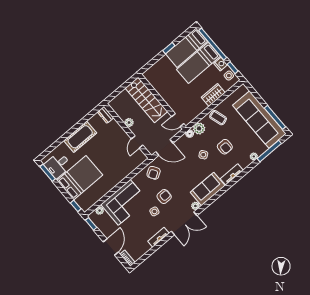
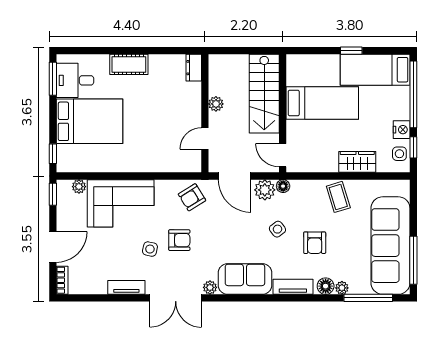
bed: (198, 63) -> (322, 103), moved, turned 180
plant: (199, 128) -> (265, 190), moved
cot: (80, 137) -> (129, 64), width x0.73, depth x0.75
floor lamp: (246, 162) -> (326, 286), added

